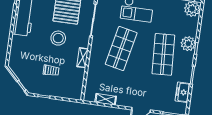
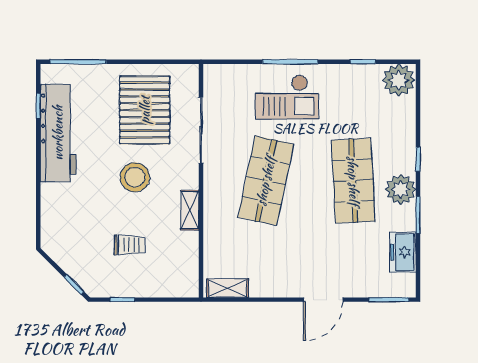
plant: (188, 44) -> (401, 189), moved
shelving: (106, 99) -> (227, 288), moved

